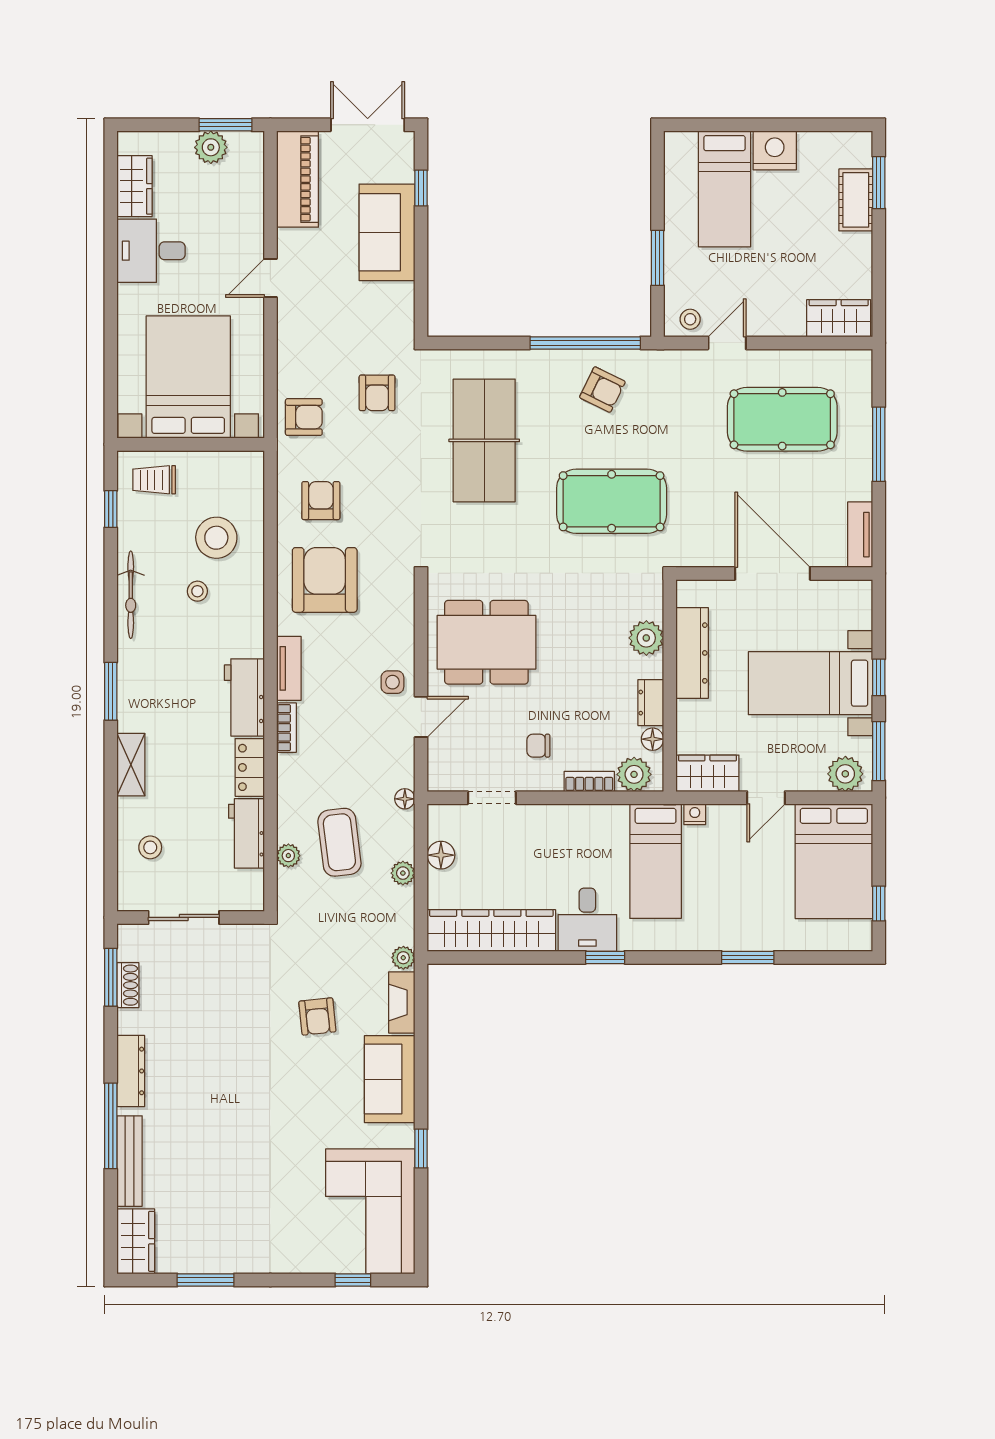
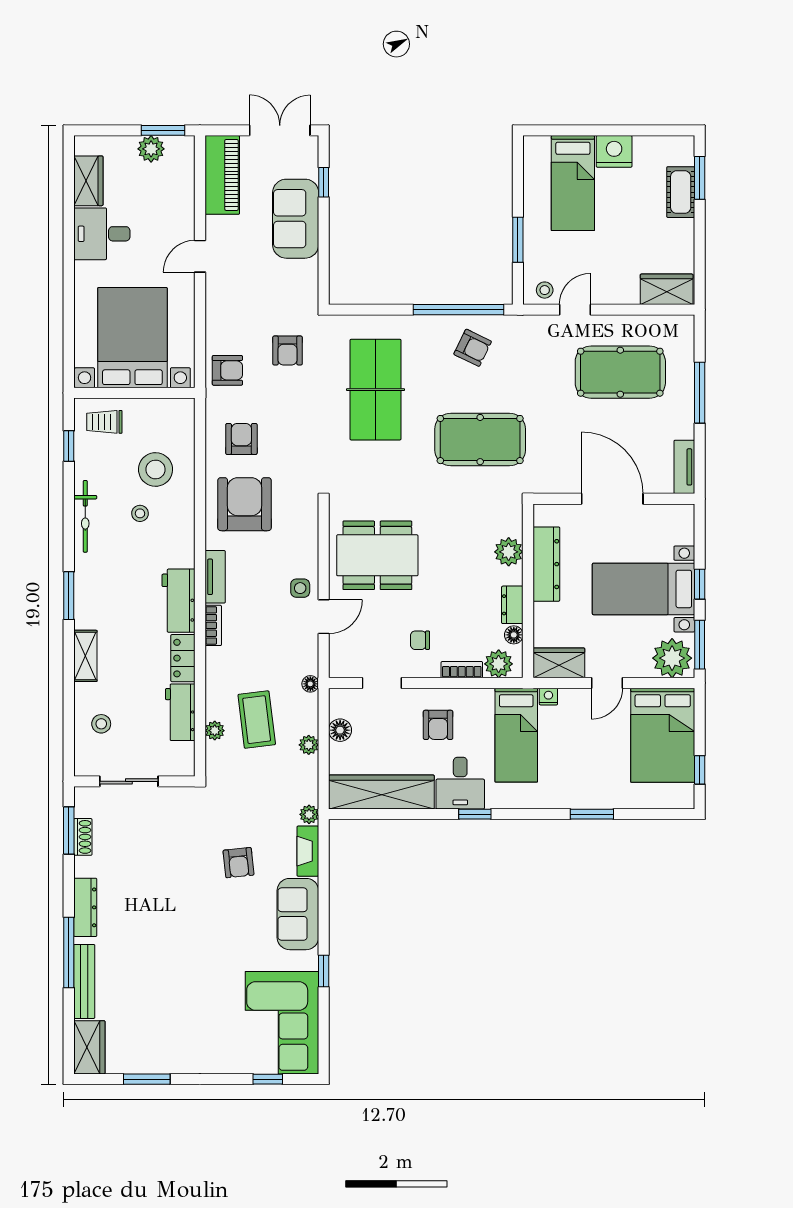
plant: (845, 774) -> (672, 658), width x1.36, depth x1.36
armchair: (560, 849) -> (438, 725), added

